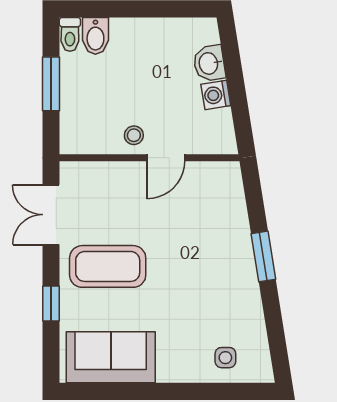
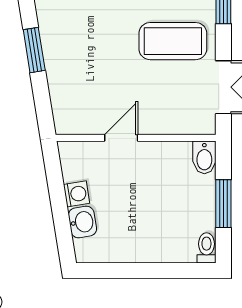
bidet: (95, 36) -> (204, 157), moved, turned 180
stool: (134, 135) -> (150, 158), removed

